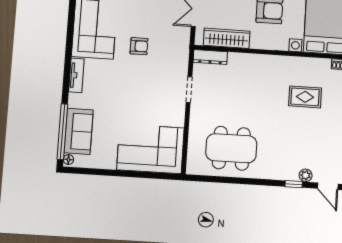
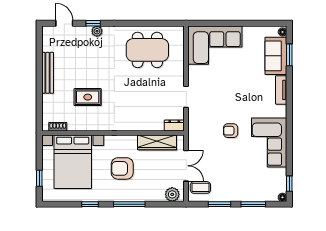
dresser: (210, 57) -> (174, 125), width x0.70
tv unit: (76, 75) -> (281, 90), moved
window: (62, 132) -> (289, 55), width x0.47
plant: (306, 175) -> (97, 31), moved

